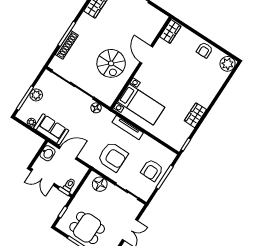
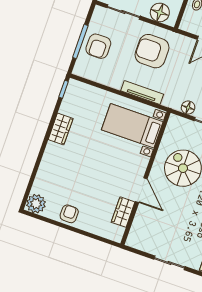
wardrobe: (170, 31) -> (123, 212), moved
armchair: (152, 170) -> (98, 46), turned 180

